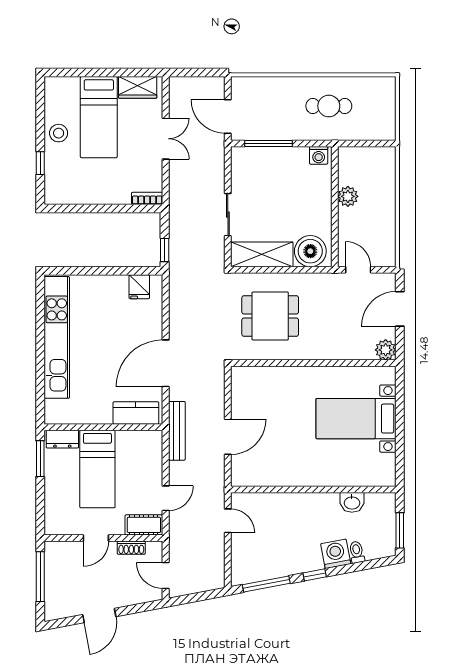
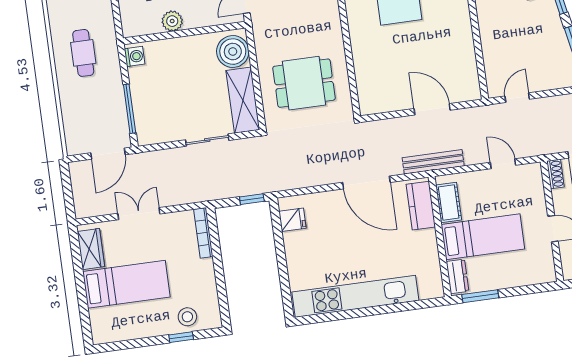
stool: (59, 133) -> (187, 317), moved
bookcase: (147, 198) -> (203, 233), width x1.56
dining table: (270, 316) -> (304, 83), turned 90
cot: (144, 525) -> (449, 202), moved
shoe rack: (131, 548) -> (555, 174), moved

